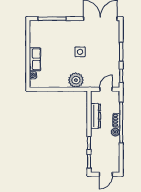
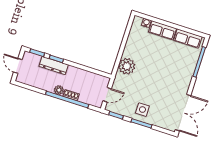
row of seats: (35, 35) -> (188, 39), added
side table: (80, 52) -> (142, 110), moved
door: (106, 89) -> (107, 95), hinge flipped
dresser: (95, 116) -> (54, 65), moved

